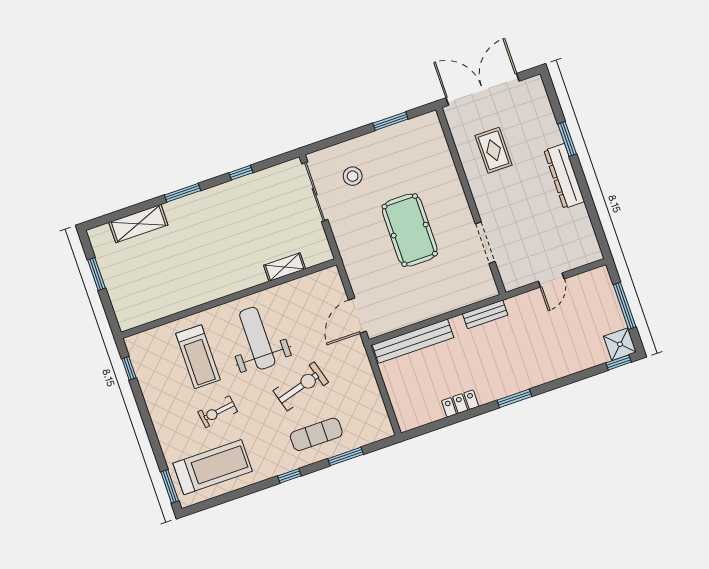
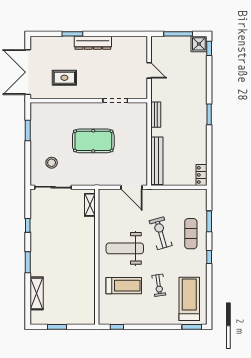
shelving: (285, 267) -> (90, 205), moved
locker: (460, 404) -> (201, 175), moved

